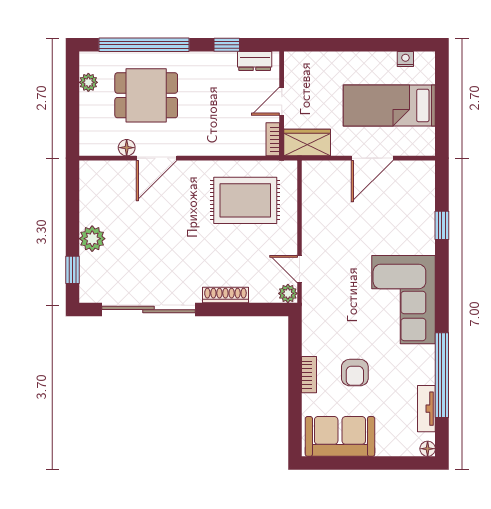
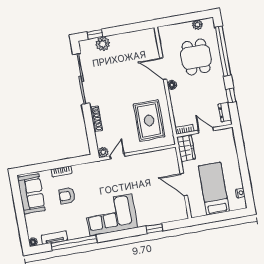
floor lamp: (127, 148) -> (172, 85), moved
plant: (92, 239) -> (103, 44), moved

